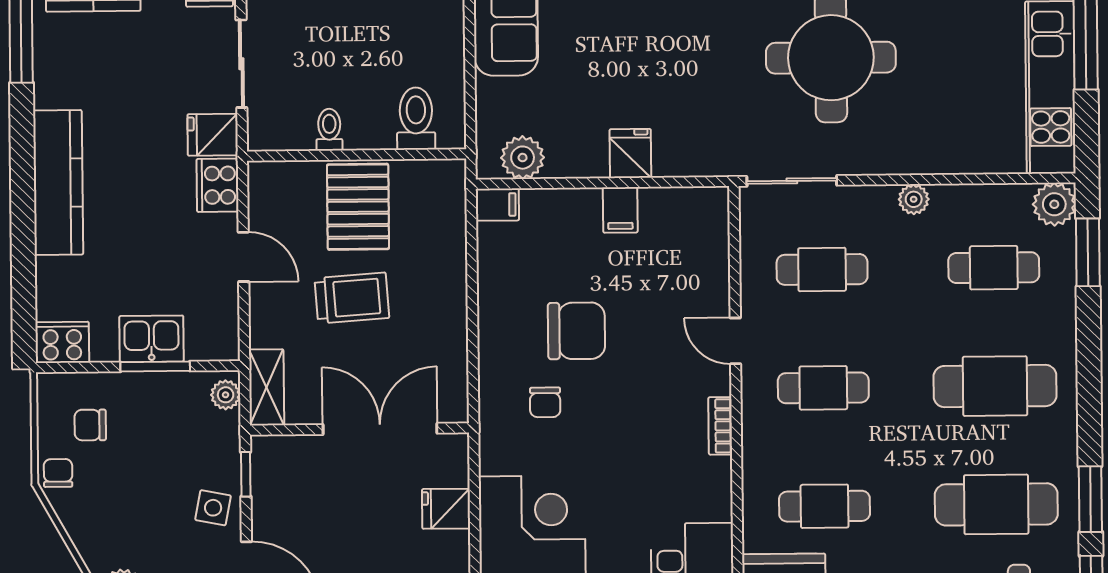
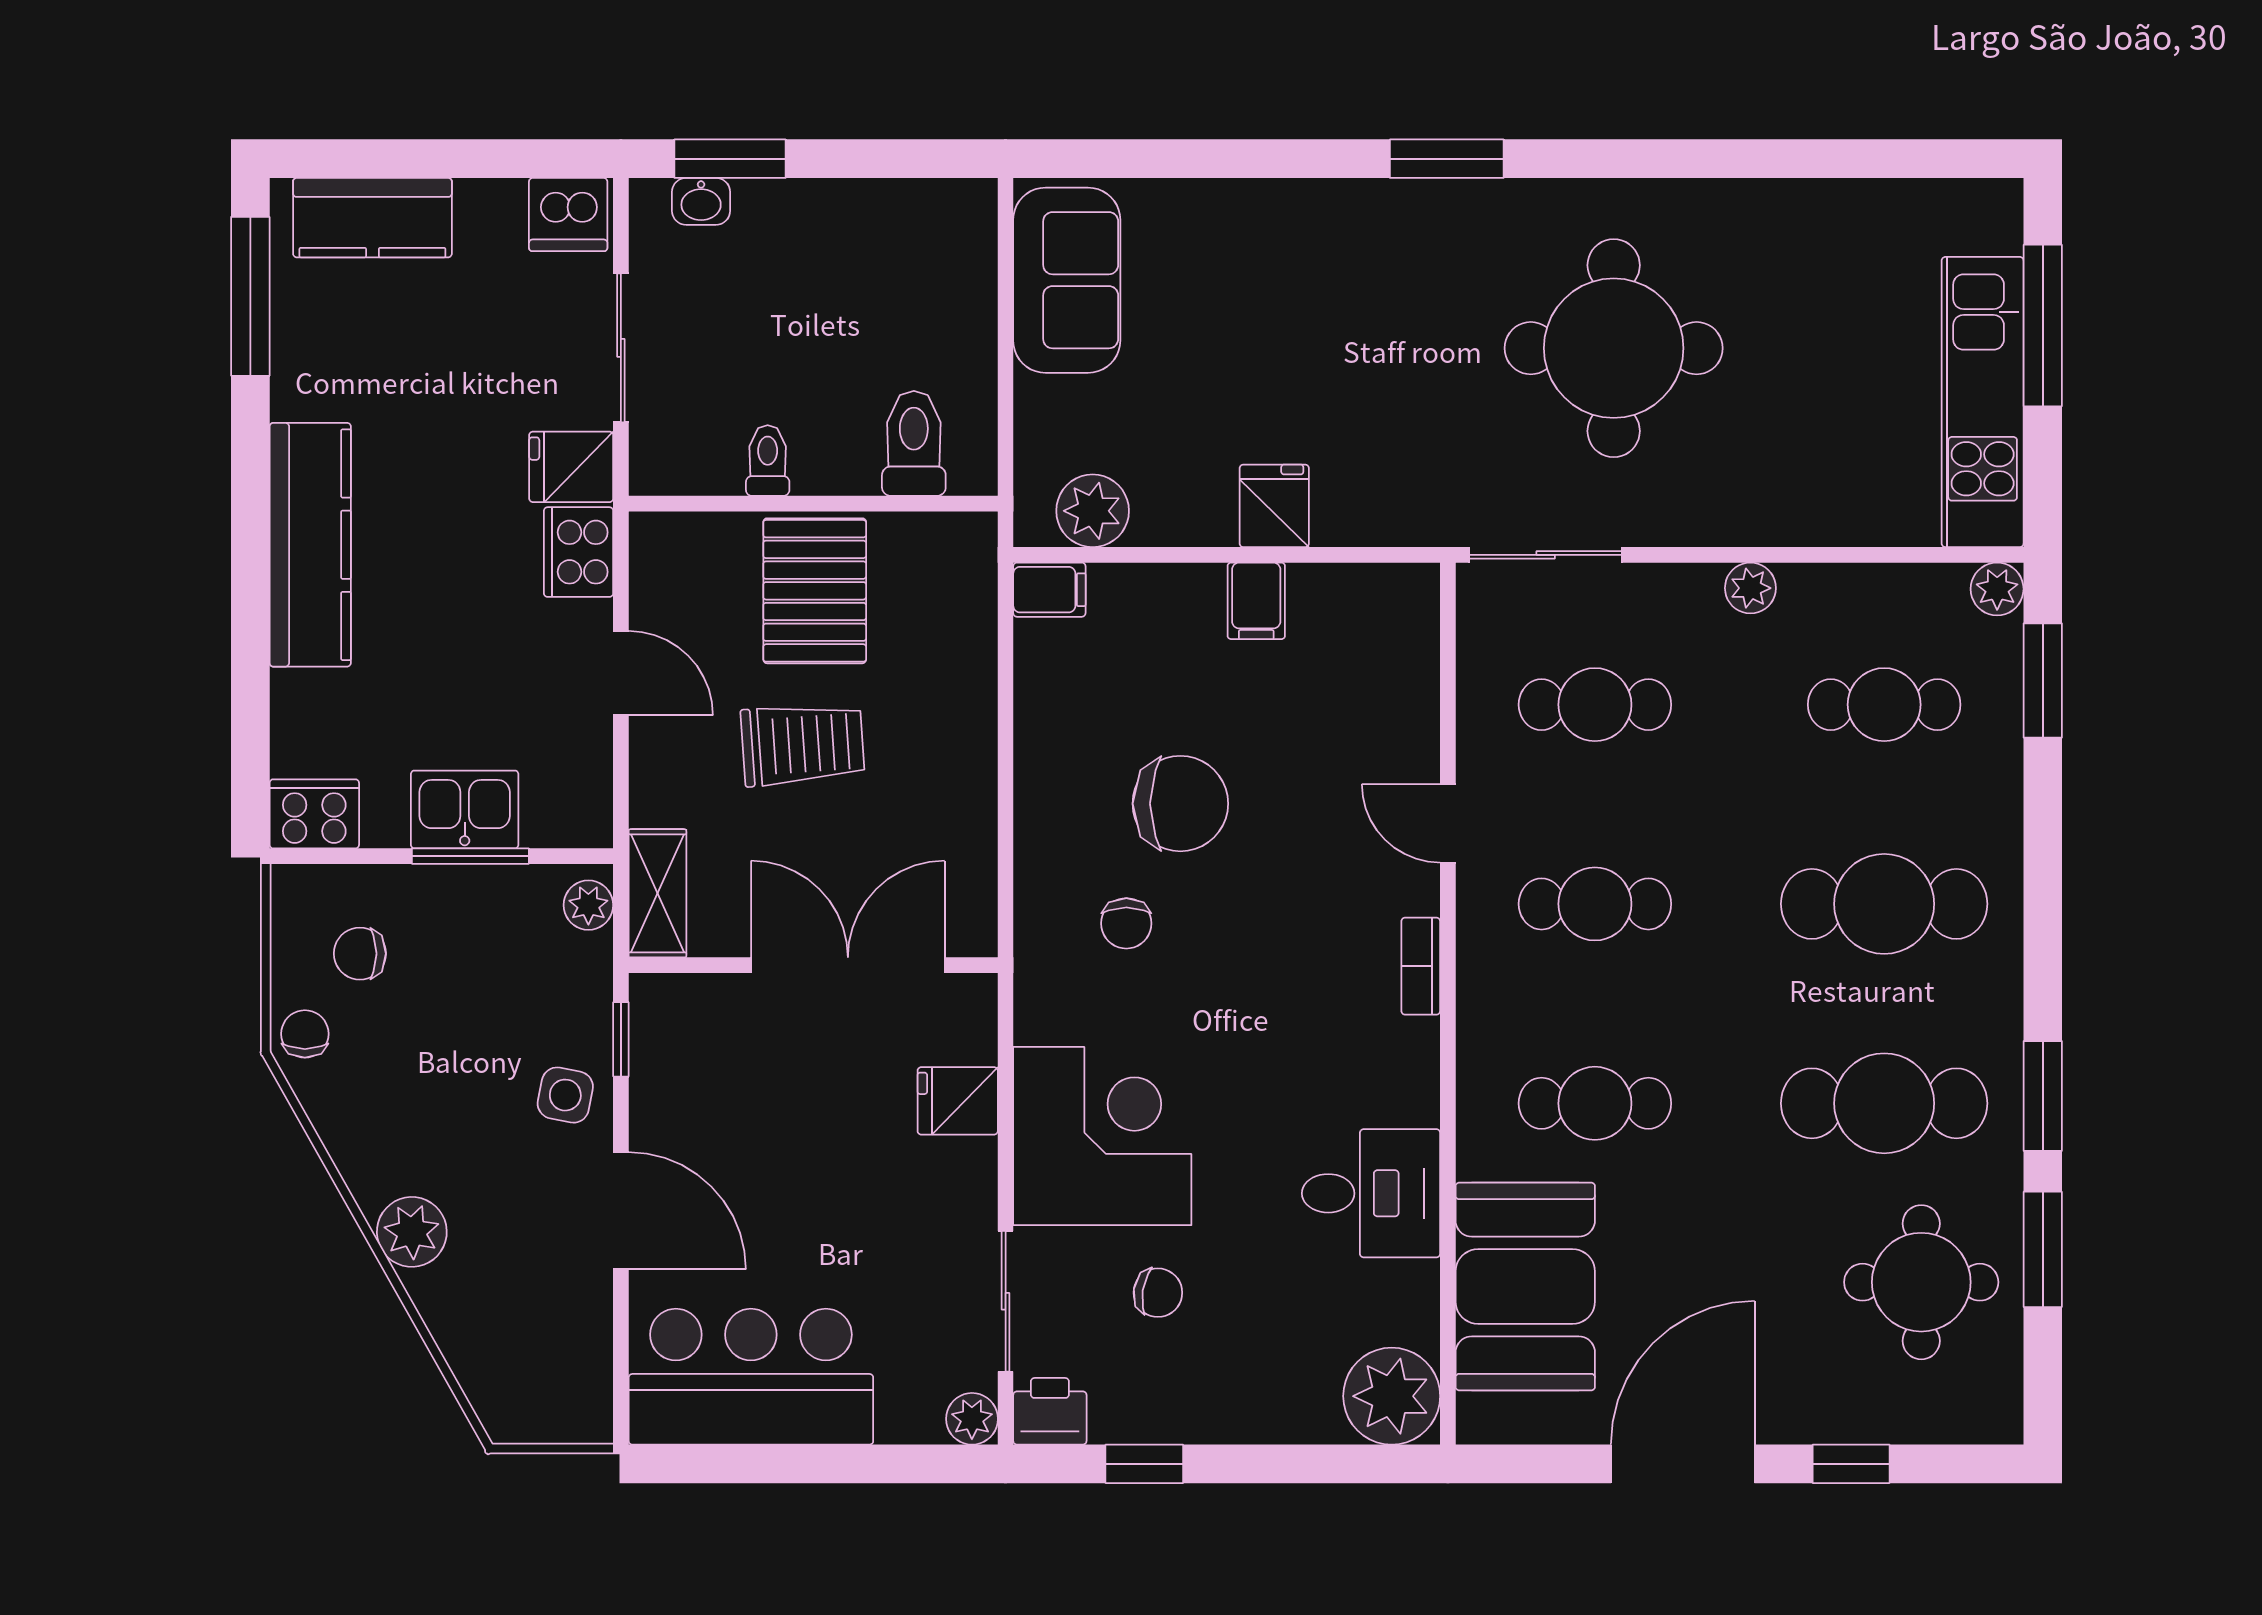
plant: (1054, 204) -> (1997, 589), width x0.73, depth x0.73

